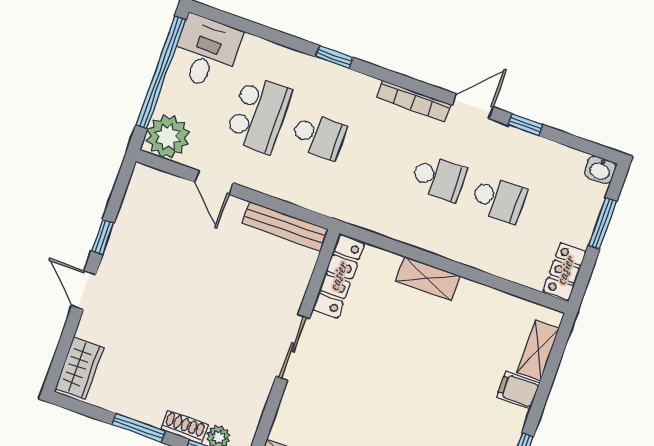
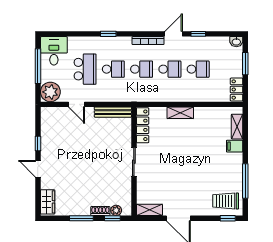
window: (161, 73) -> (38, 66), width x0.68
school desk: (379, 157) -> (142, 69), added

